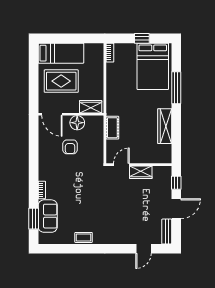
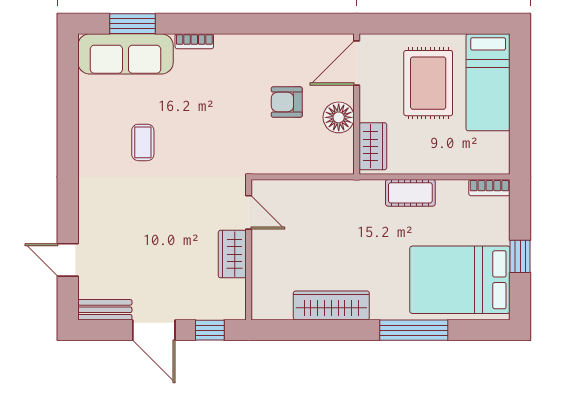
cot: (112, 128) -> (410, 193), moved
sofa: (48, 216) -> (125, 54), width x1.36
coffee table: (84, 237) -> (143, 142), moved

